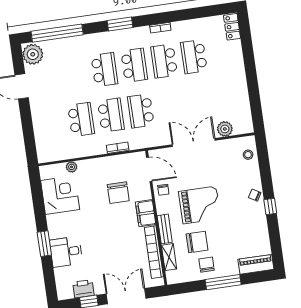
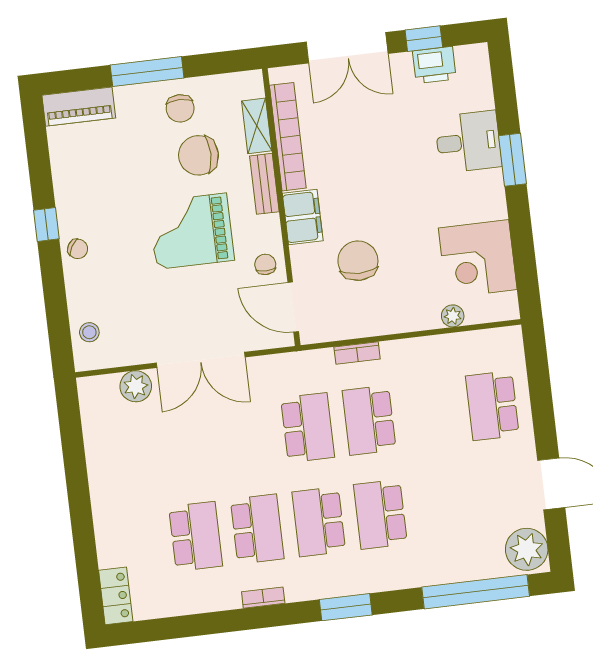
school desk: (81, 119) -> (492, 406), moved

